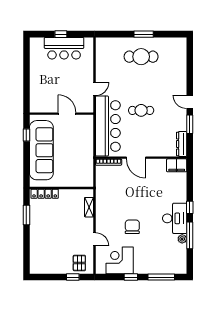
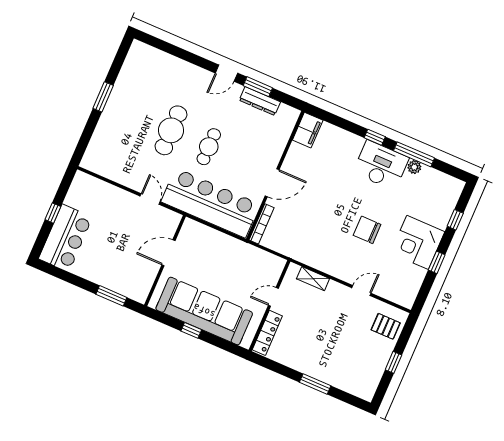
bar counter: (64, 48) -> (66, 238), moved
cafe table: (141, 57) -> (171, 130), moved
window: (26, 91) -> (111, 296), added
window: (26, 135) -> (191, 330), moved
dresser: (182, 144) -> (260, 101), moved
door: (68, 188) -> (273, 297), added
window: (26, 215) -> (315, 384), moved
corner desk: (120, 260) -> (418, 242), moved
window: (73, 277) -> (393, 362), moved
window: (161, 277) -> (455, 220), width x0.46

